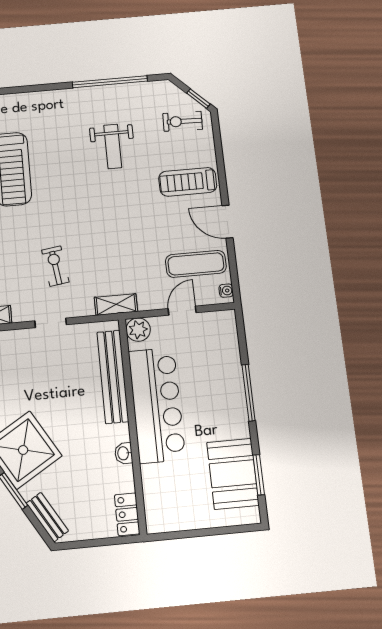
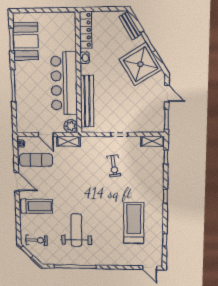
weight bench: (113, 146) -> (76, 230), width x1.36, depth x1.33
shelving: (116, 304) -> (68, 141), moved
door: (182, 311) -> (46, 135), hinge flipped
locker: (127, 514) -> (86, 30), width x1.53

